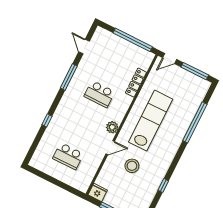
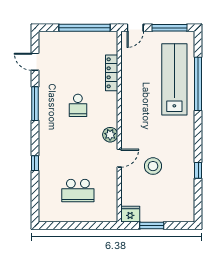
school desk: (99, 94) -> (78, 105), width x0.54
lab bench: (151, 121) -> (174, 79), moved

